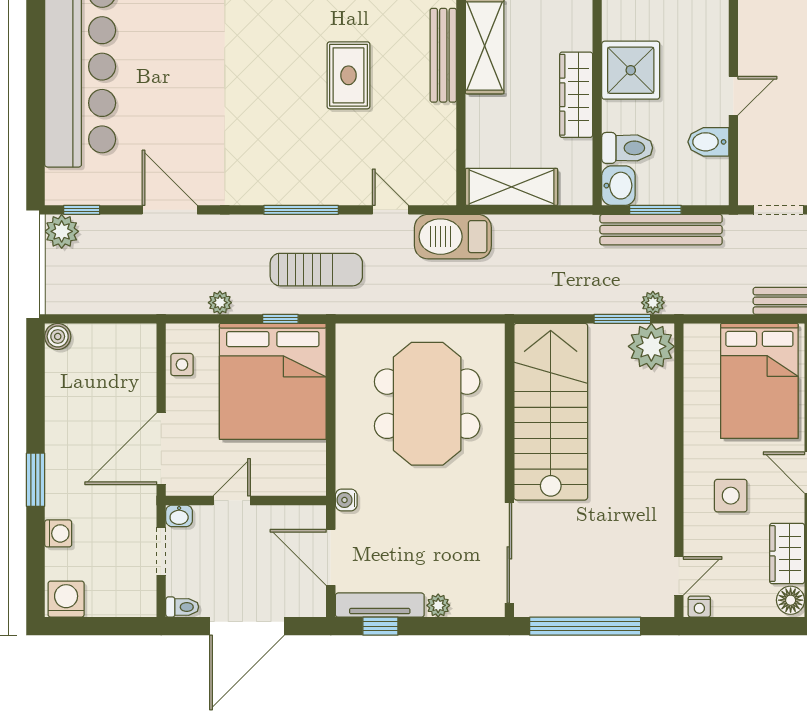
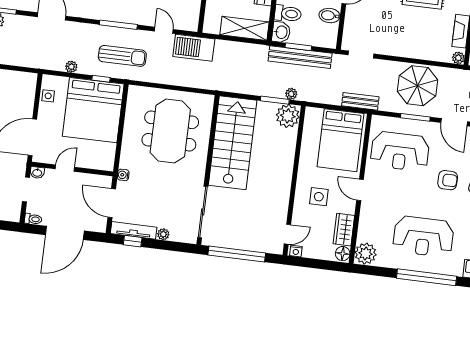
shelving: (512, 187) -> (244, 28), moved

